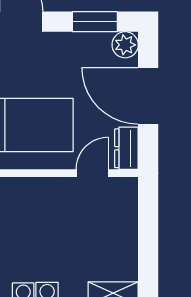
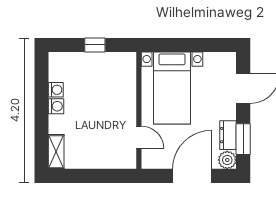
dresser: (126, 148) -> (228, 135), moved, turned -90

